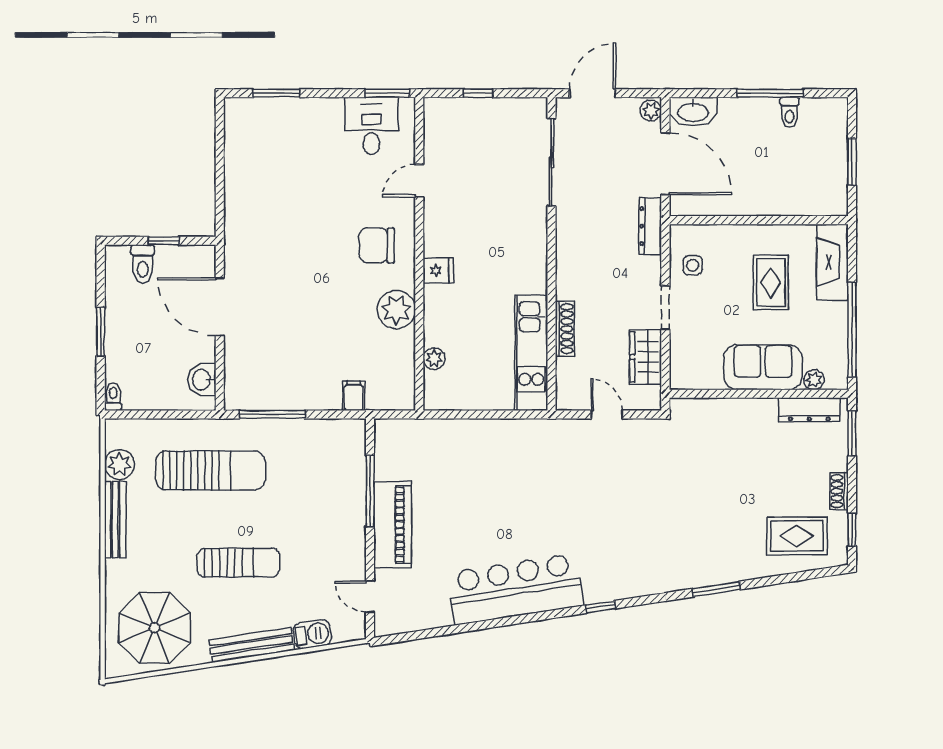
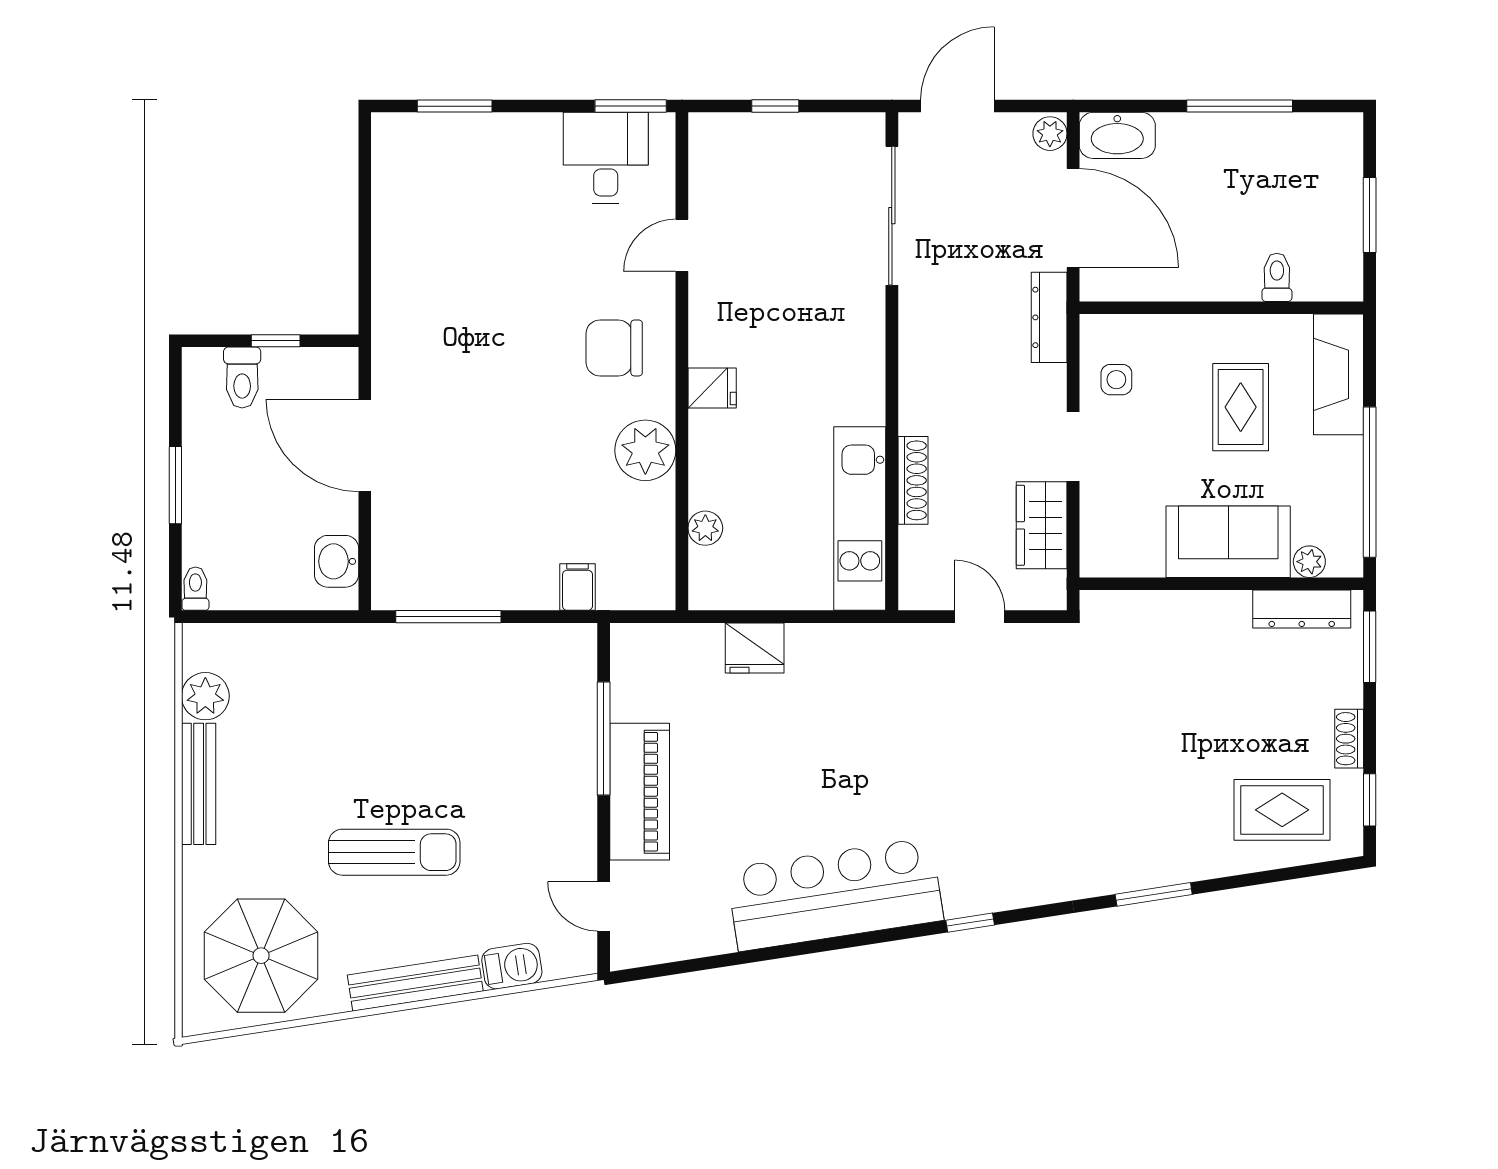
toilet: (790, 112) -> (1277, 277), moved, turned 180
fridge: (465, 434) -> (755, 648), added
sun lounger: (210, 470) -> (350, 706), removed

